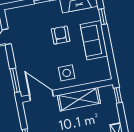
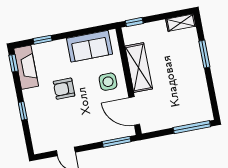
sofa: (94, 40) -> (90, 46), moved
door: (41, 96) -> (134, 111), hinge flipped

